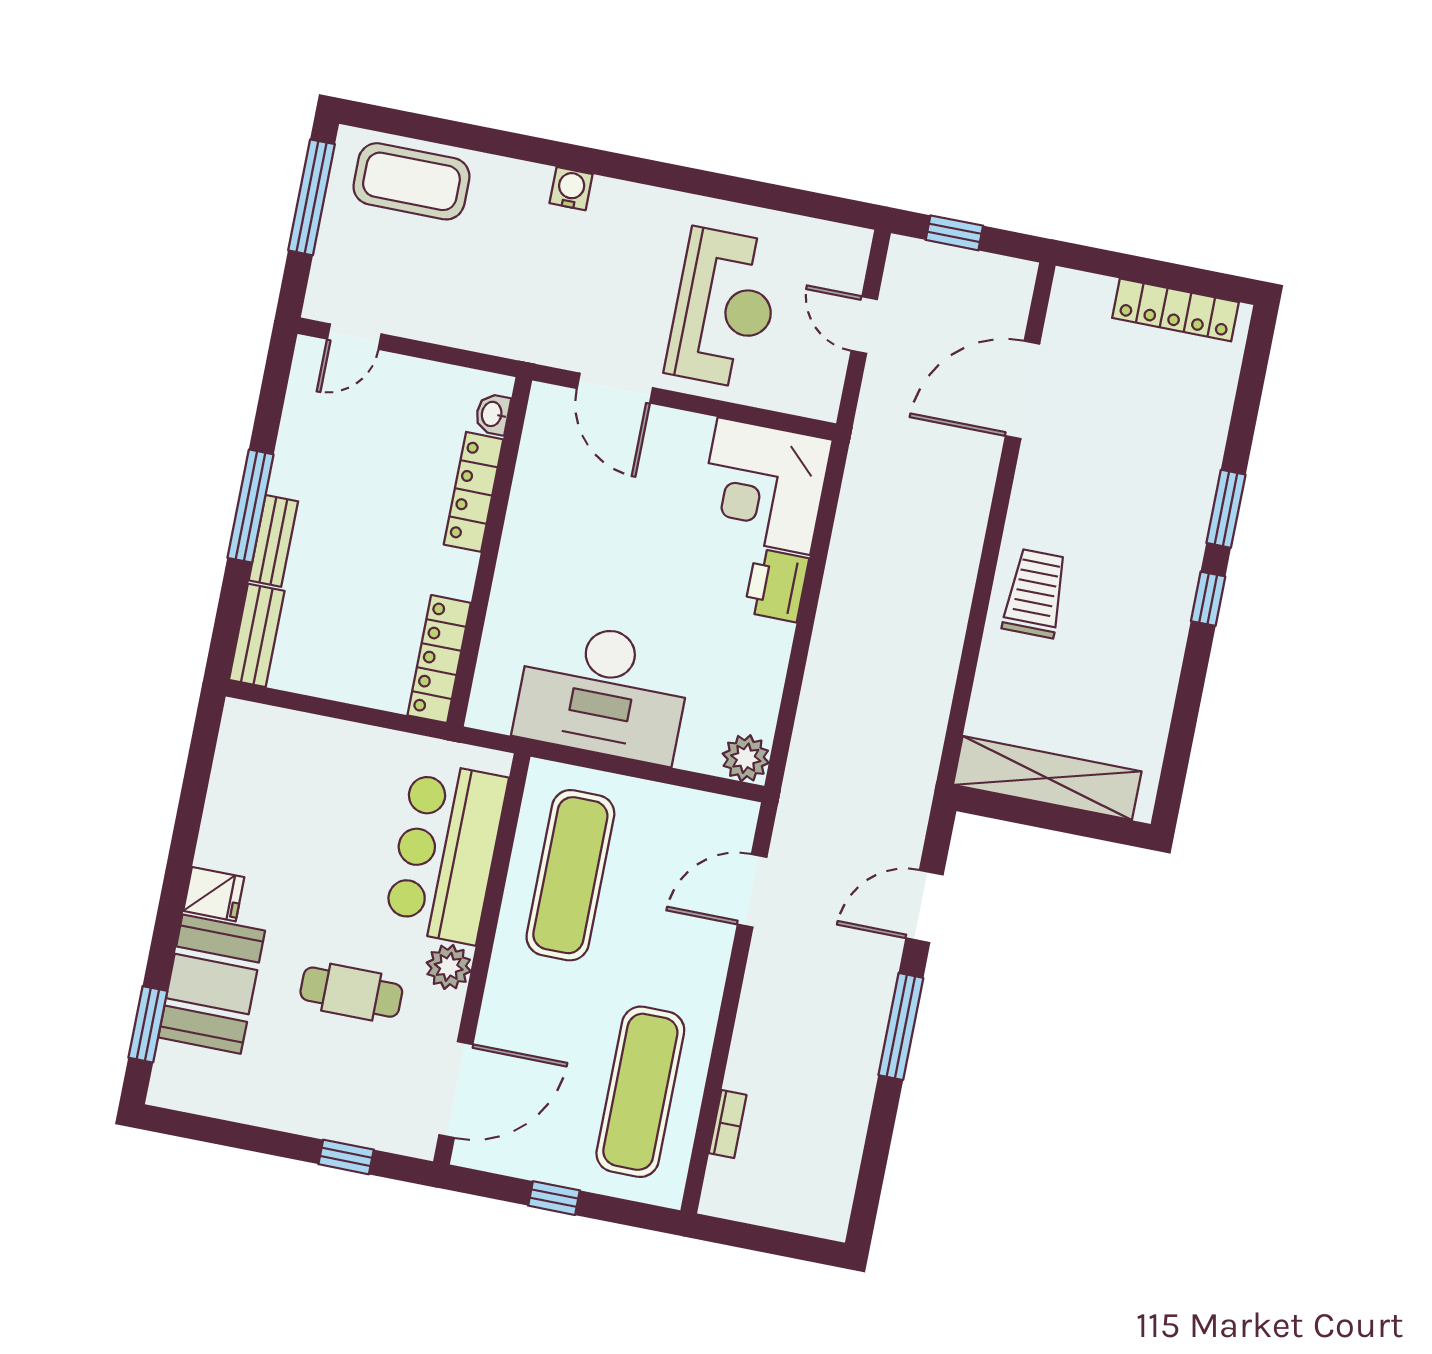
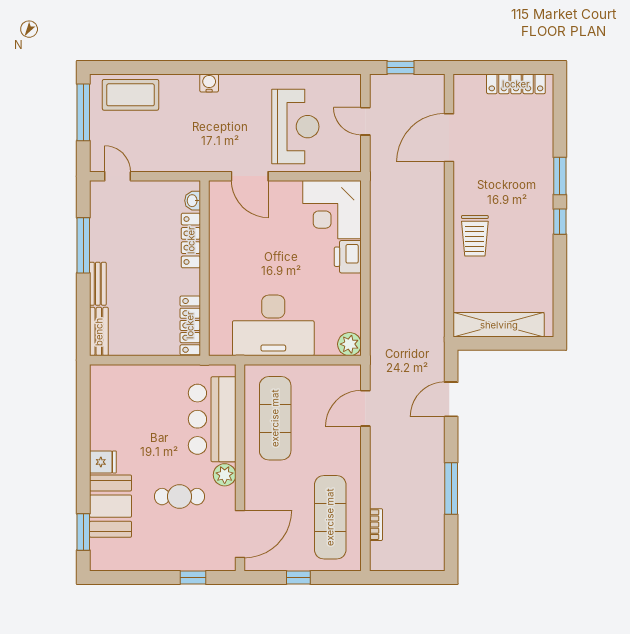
door: (354, 337) -> (118, 176), swing flipped
window: (250, 506) -> (83, 245), moved
trolley: (1035, 593) -> (475, 236), turned 180
window: (901, 1026) -> (451, 489), moved

